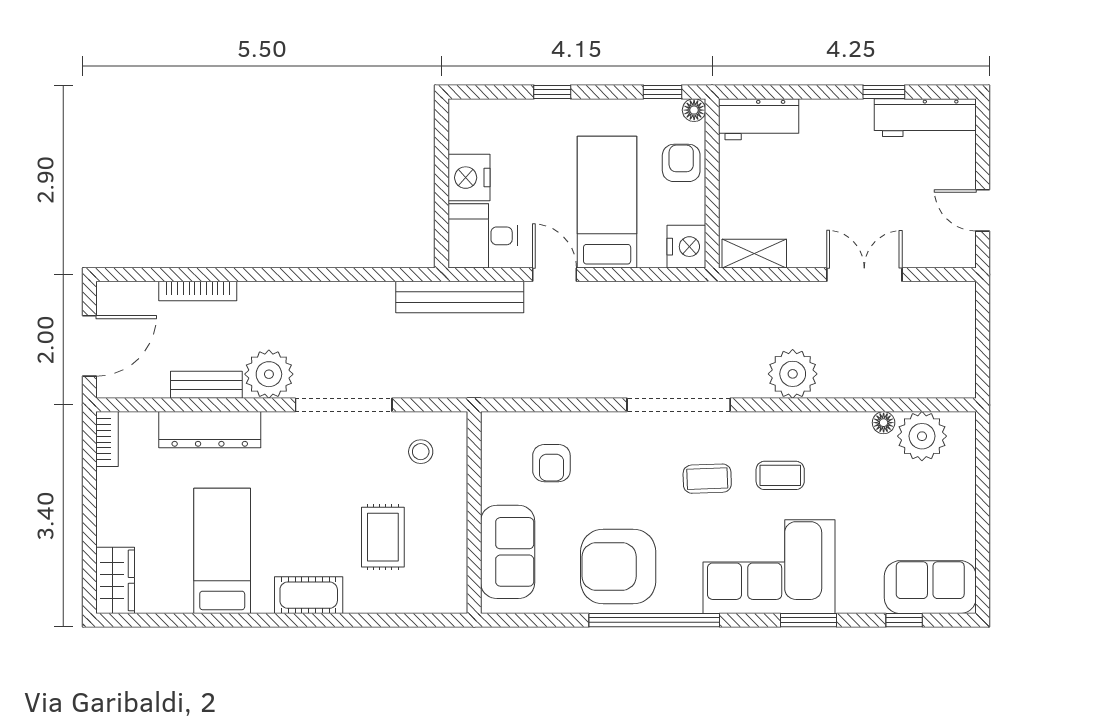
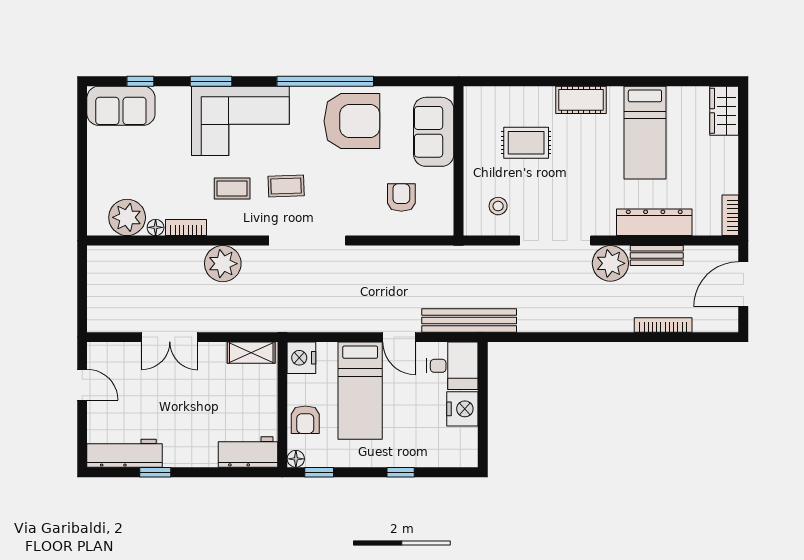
bookcase: (842, 422) -> (186, 228), added
rug: (383, 537) -> (526, 143), turned 90

